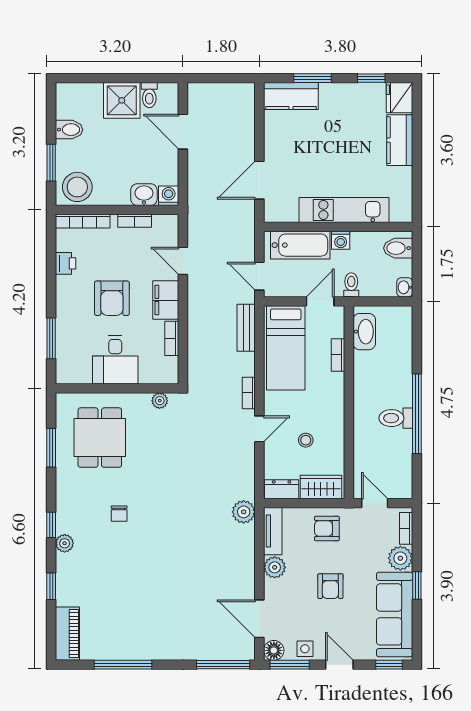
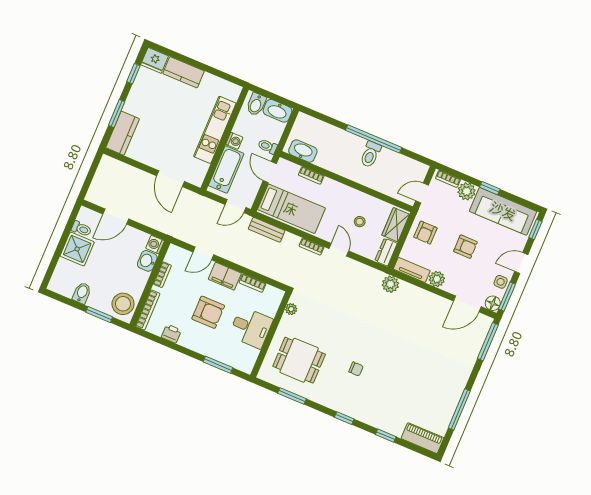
washbasin: (405, 287) -> (277, 111), width x1.91, depth x1.45
plant: (65, 543) -> (361, 414), removed

